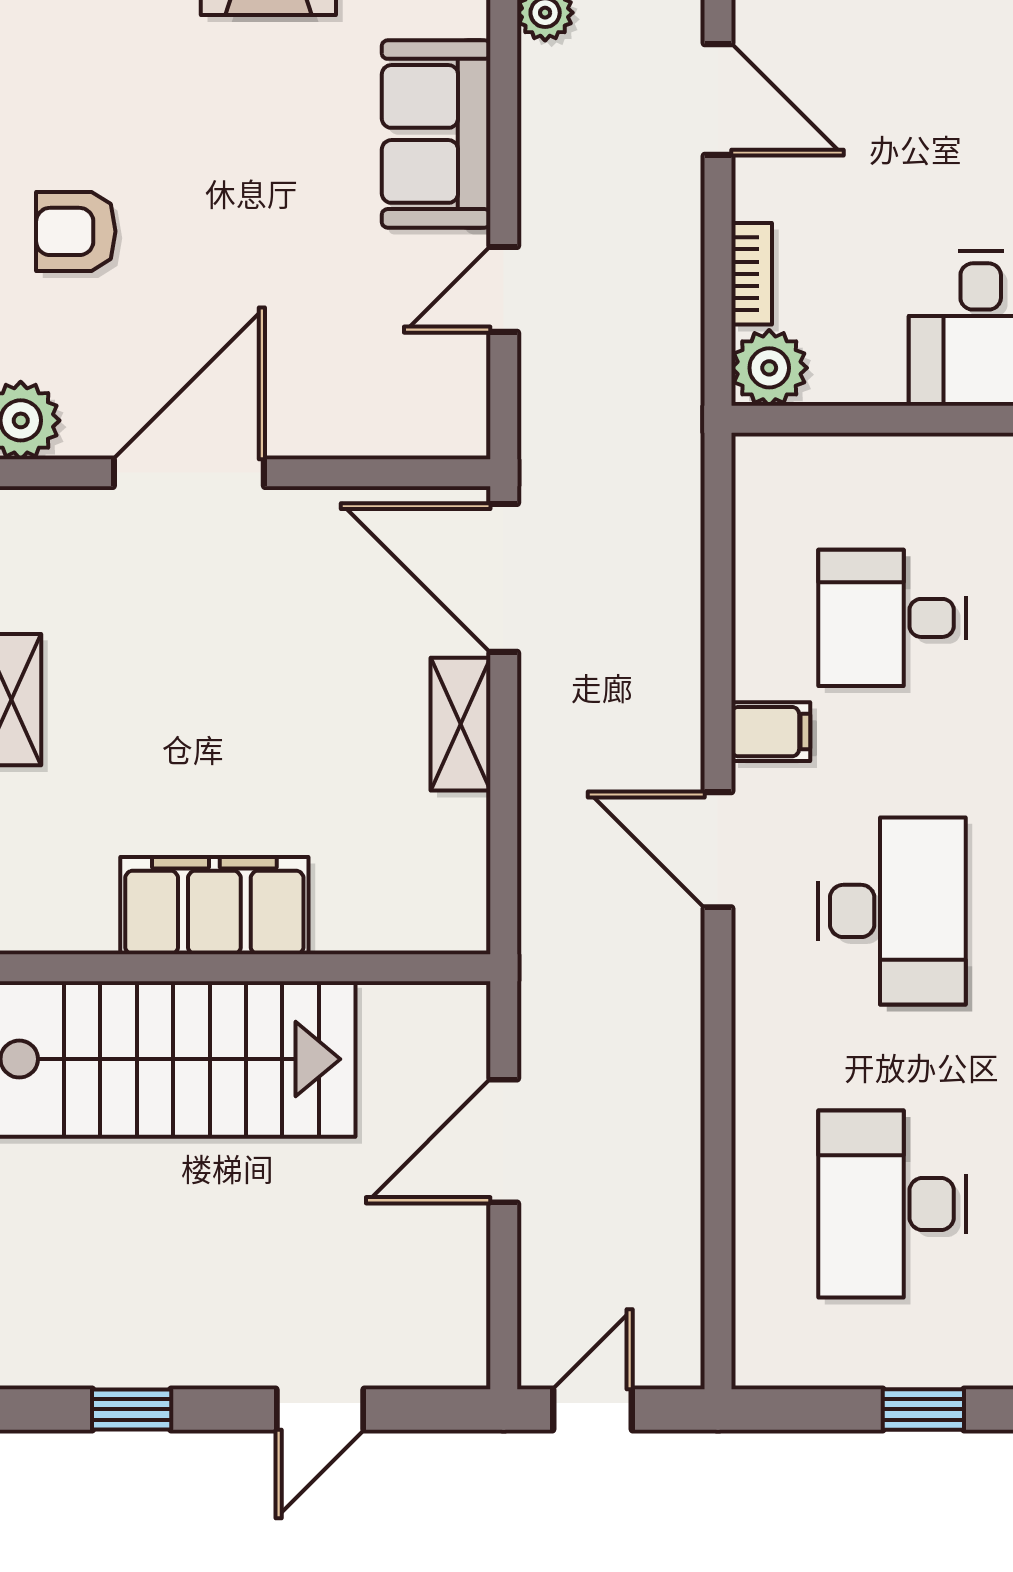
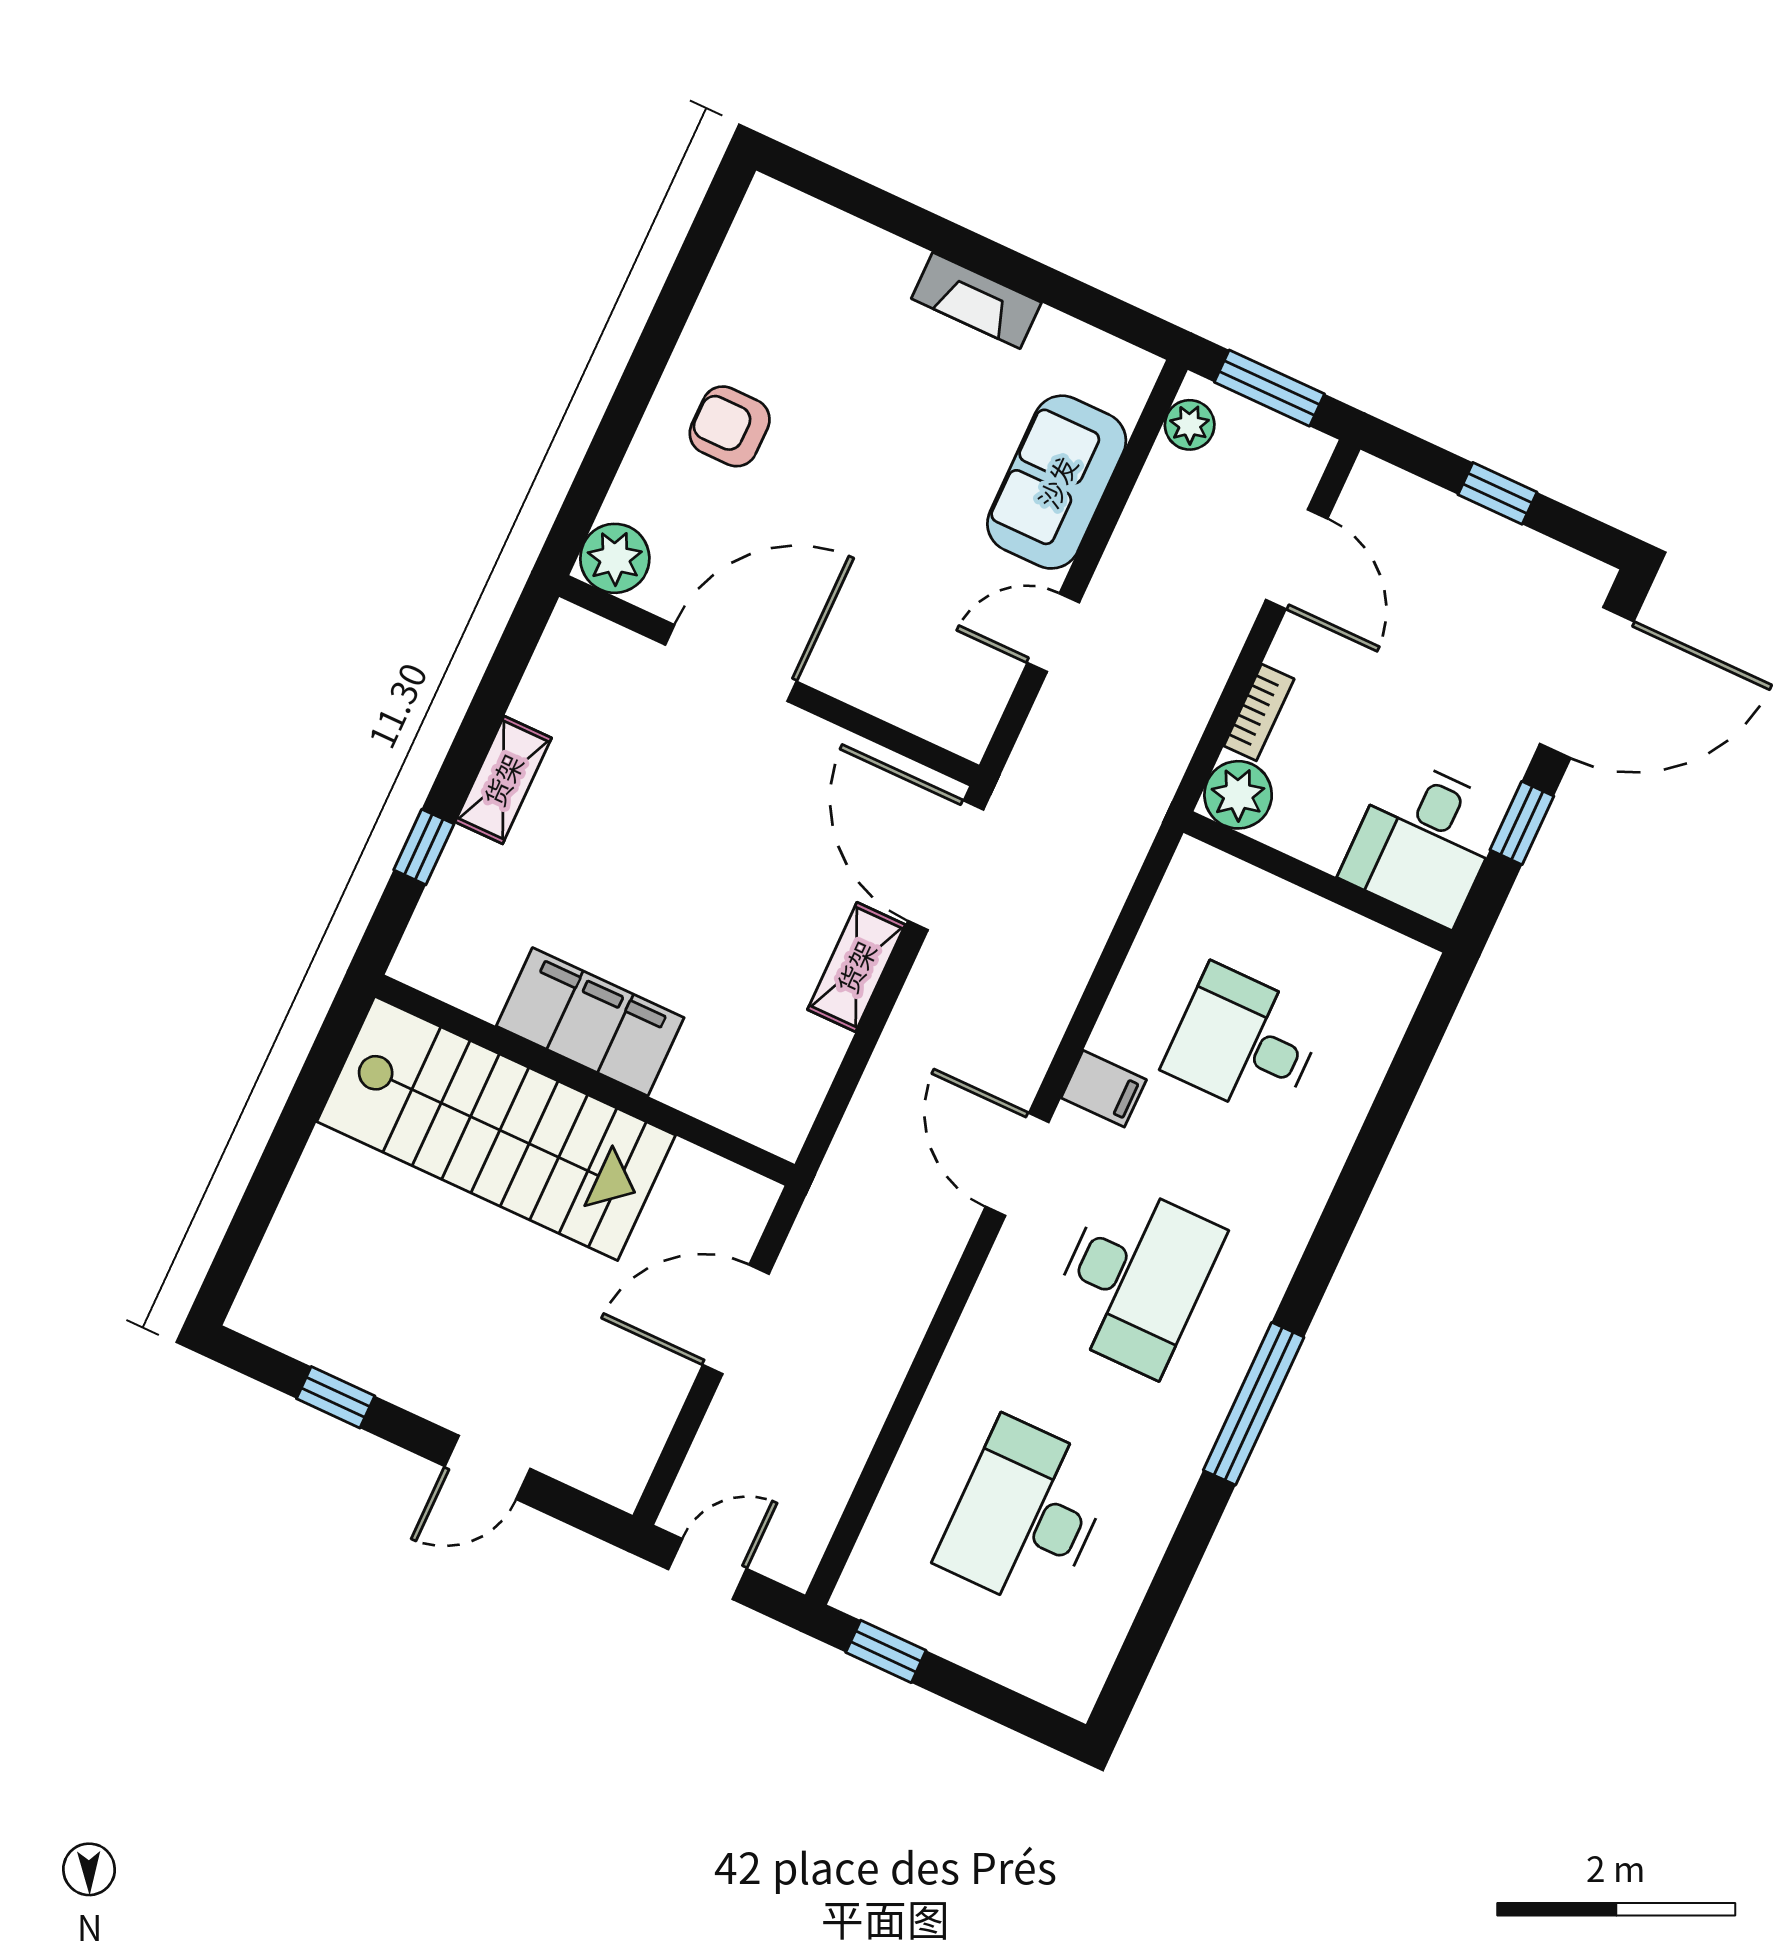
window: (923, 1409) -> (886, 1651), moved

